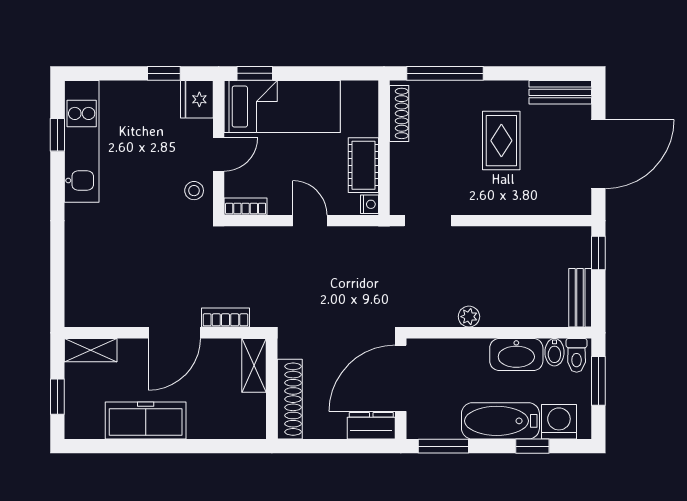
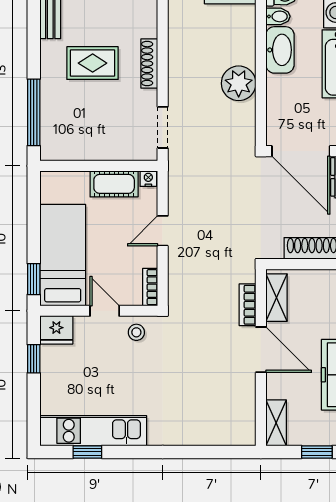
shoe rack: (399, 113) -> (149, 64), moved, turned -90
plant: (469, 317) -> (239, 83), width x1.87, depth x1.87
shelving: (254, 365) -> (276, 298), moved, turned 90

